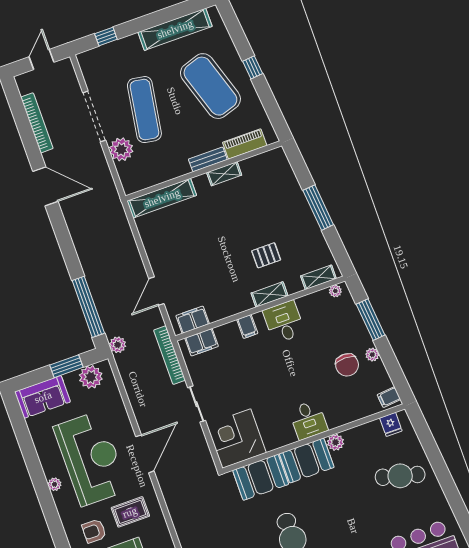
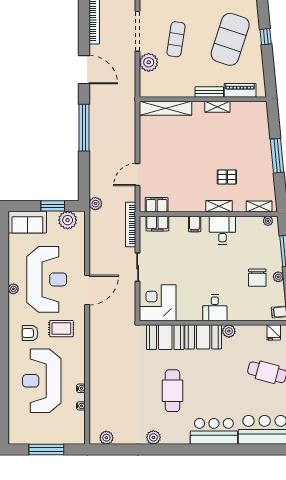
exercise mat: (210, 86) -> (230, 39), turned 36
exercise mat: (144, 110) -> (176, 39), width x0.73, depth x0.69
window: (88, 307) -> (84, 128), moved

